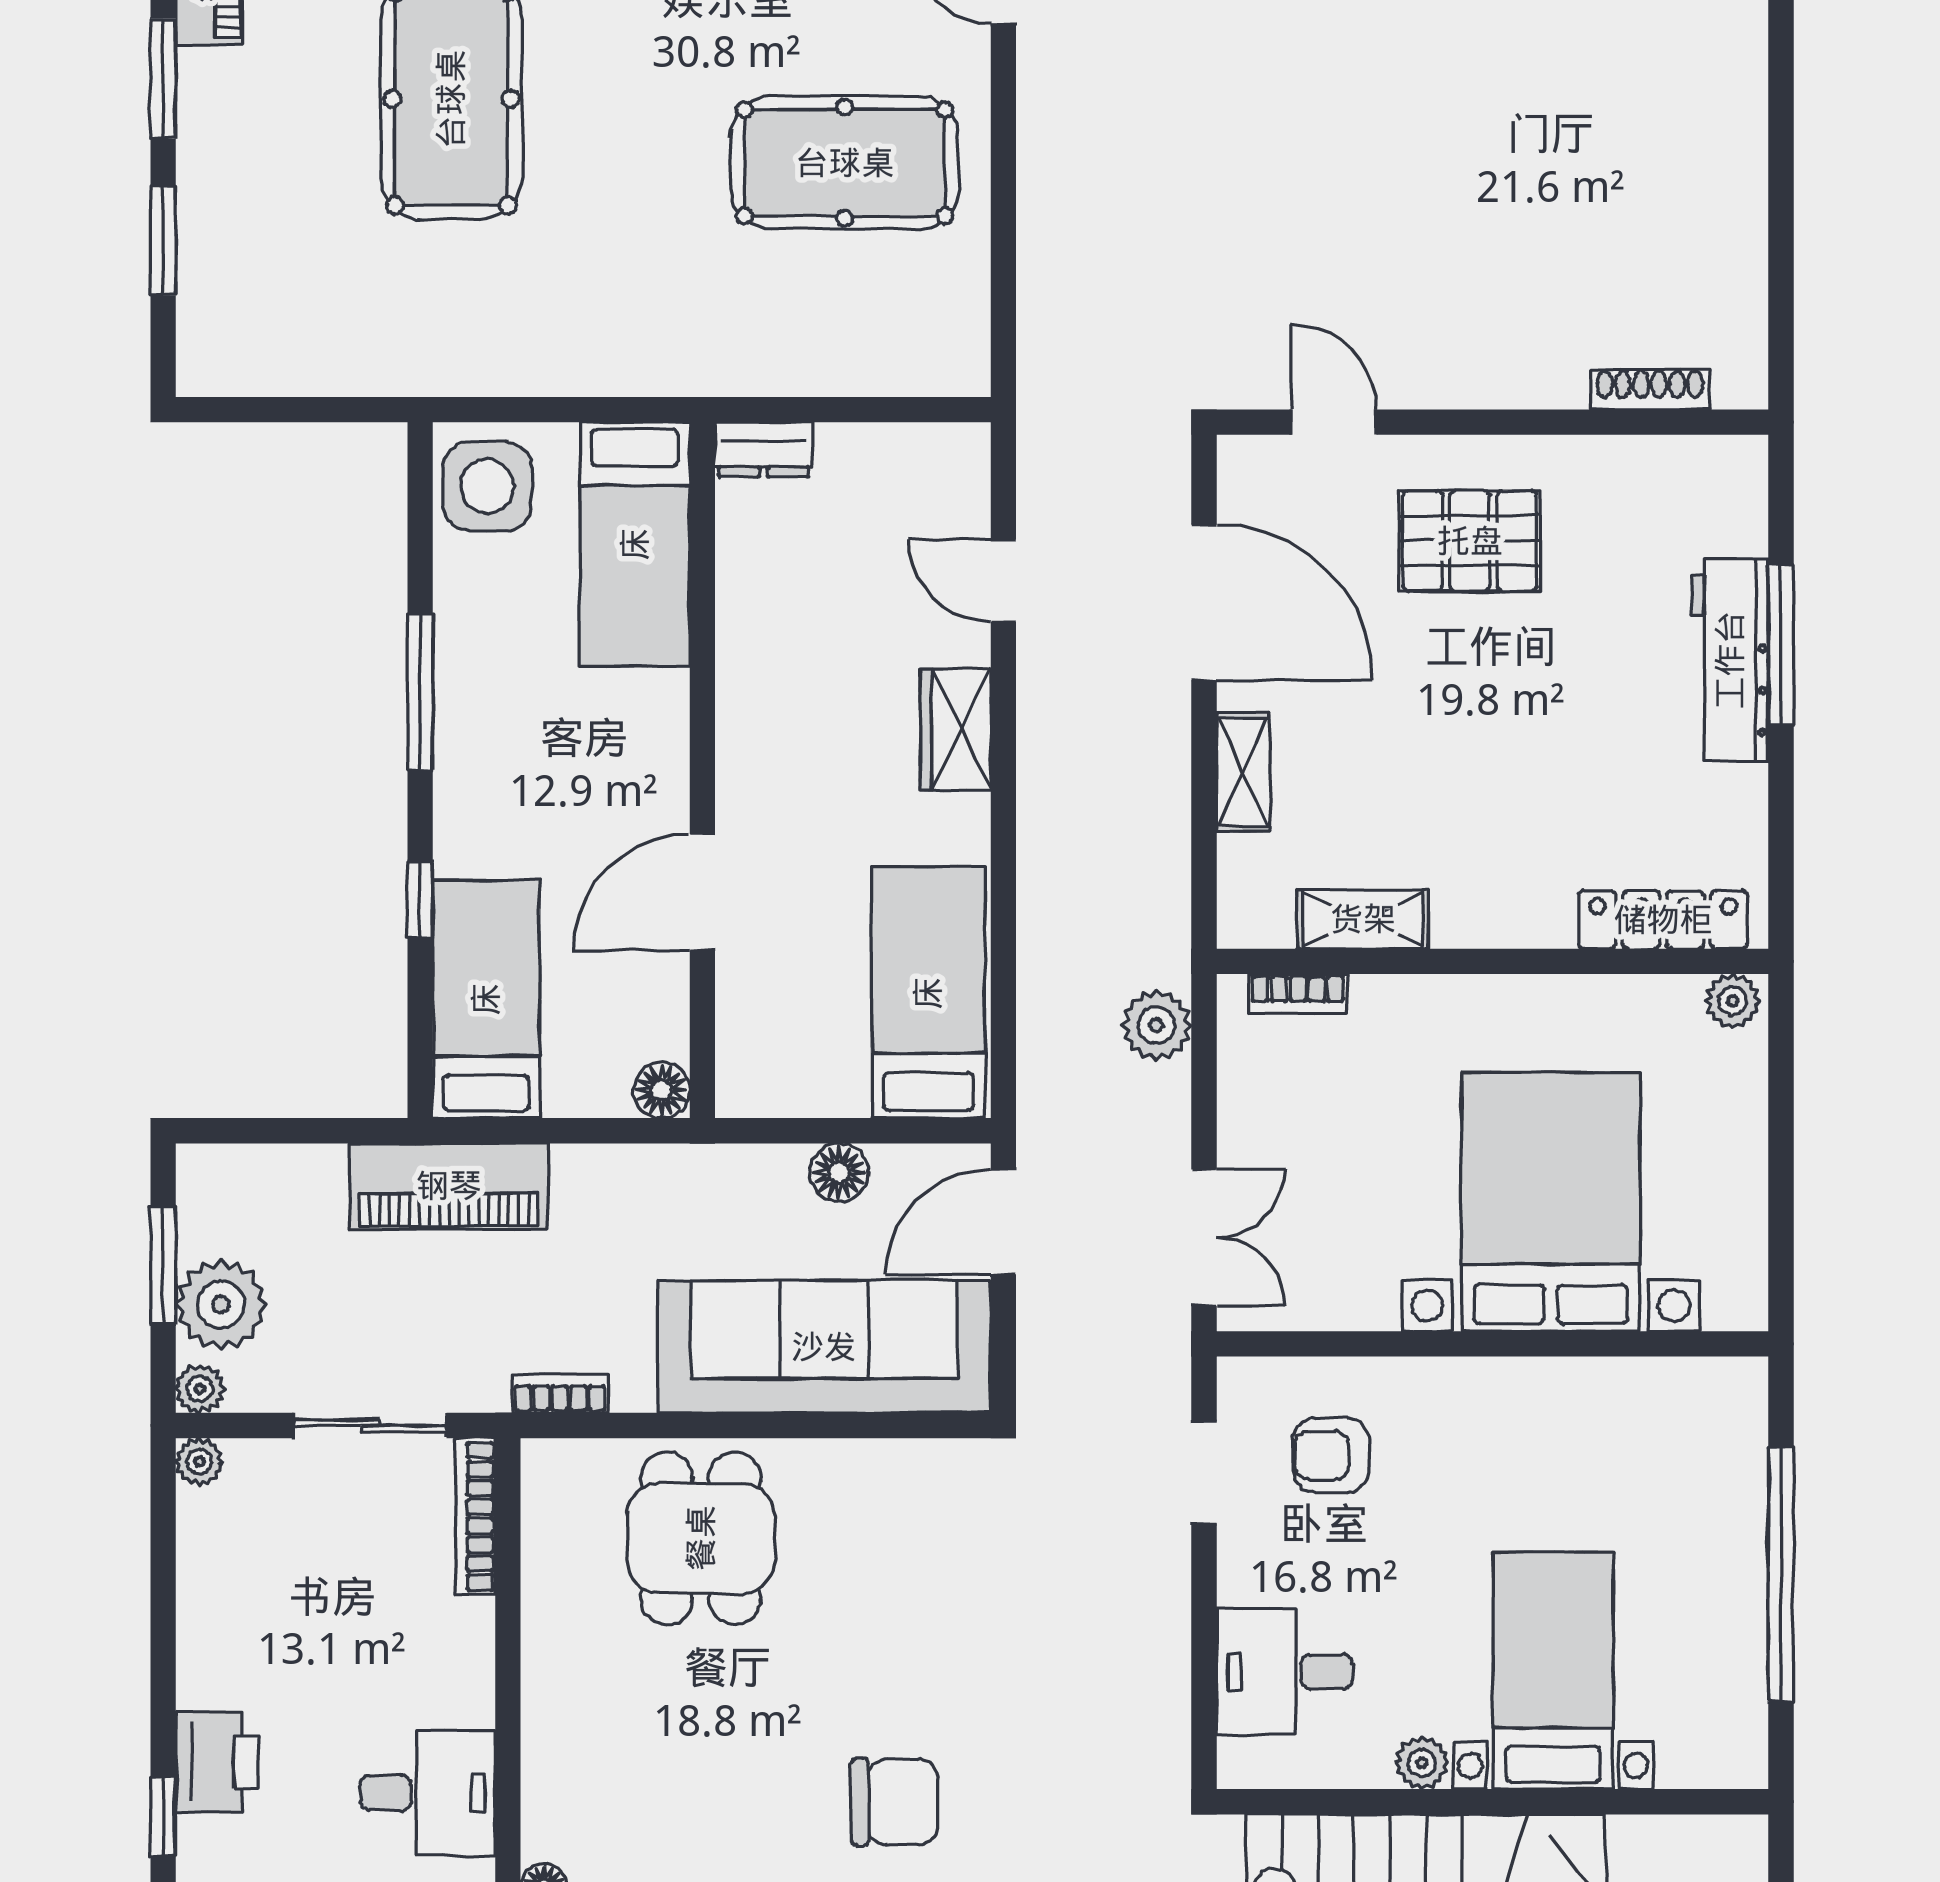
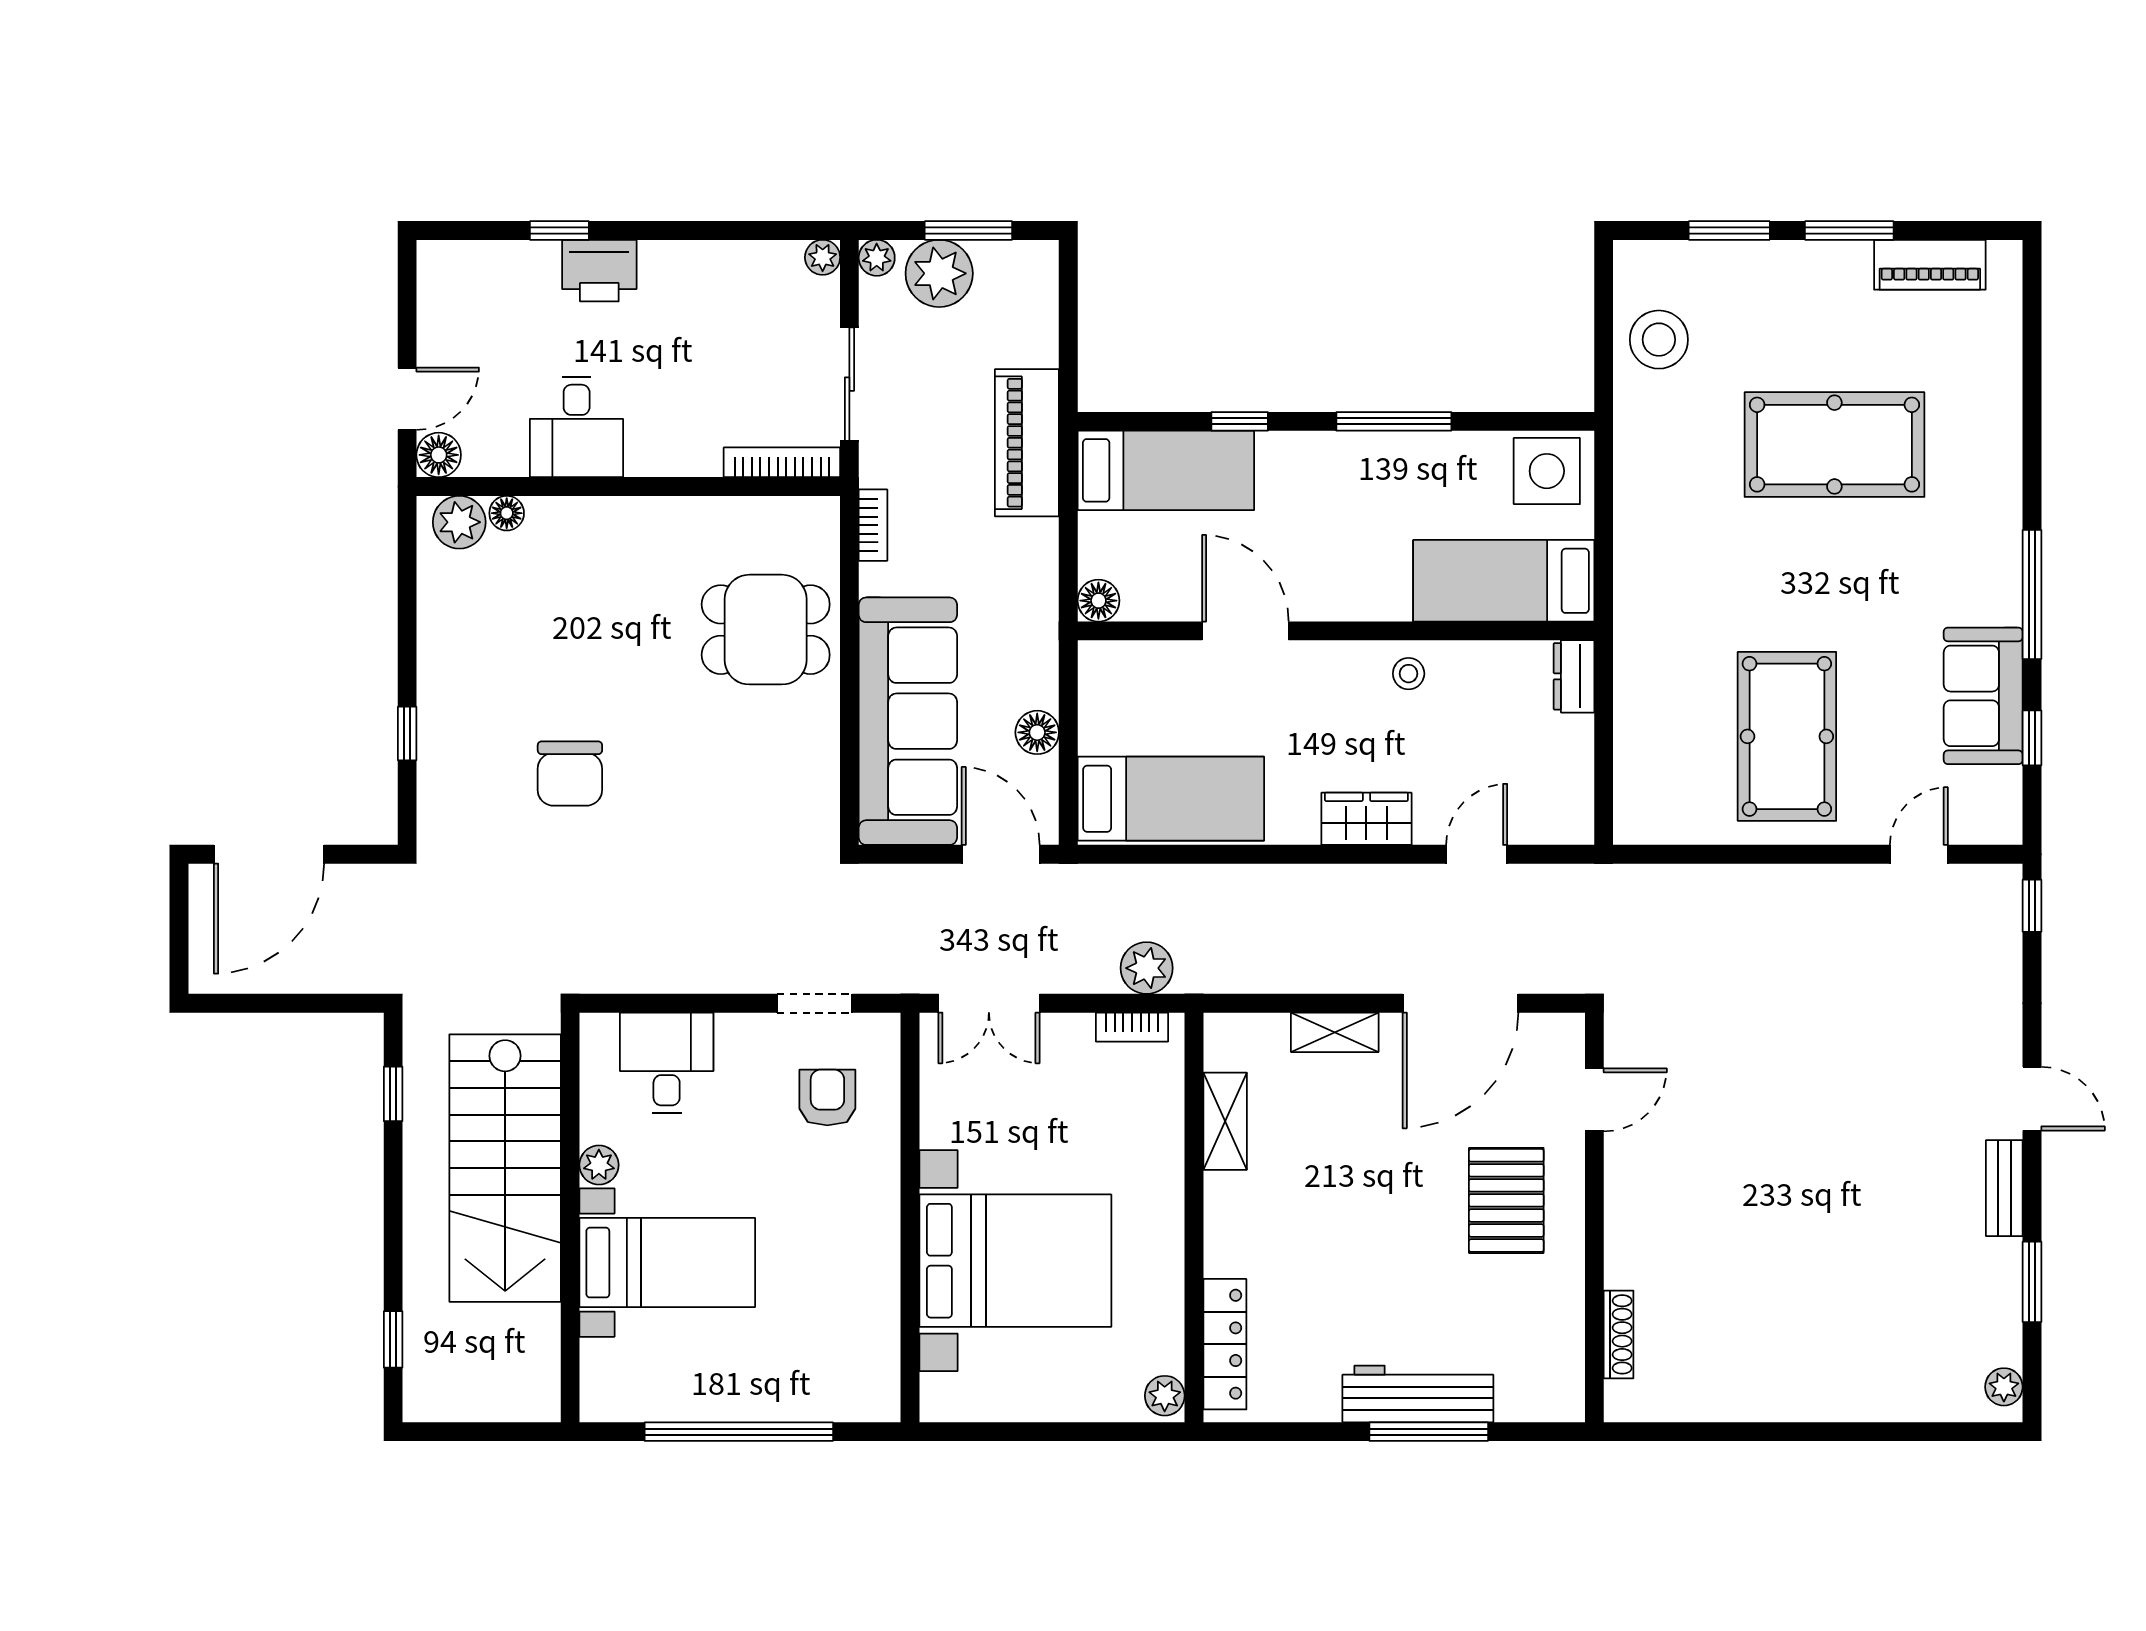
stool: (310, 335) -> (1659, 340), added
stool: (760, 672) -> (1409, 674), added
bookcase: (1298, 993) -> (1132, 1027), moved, turned -90

